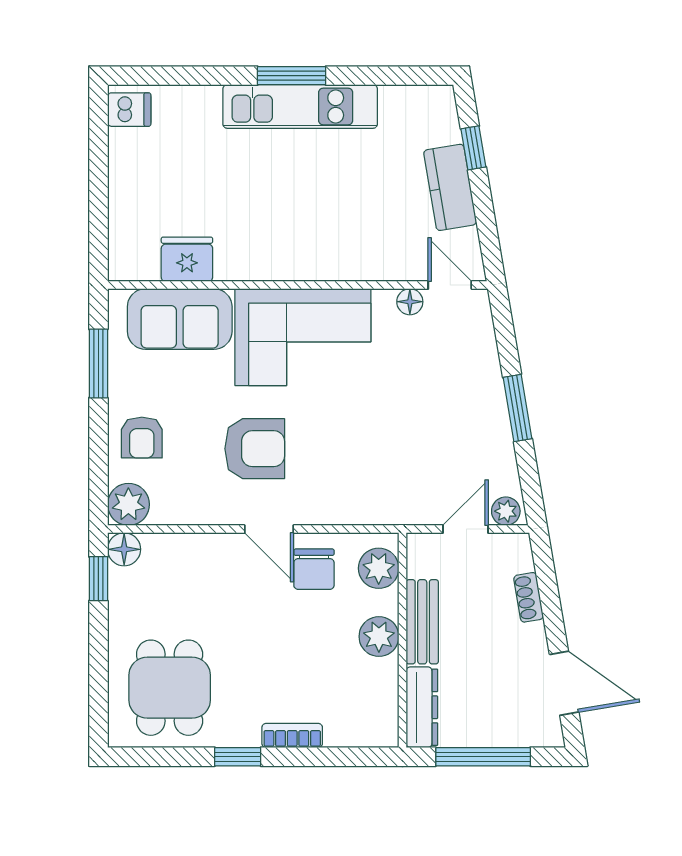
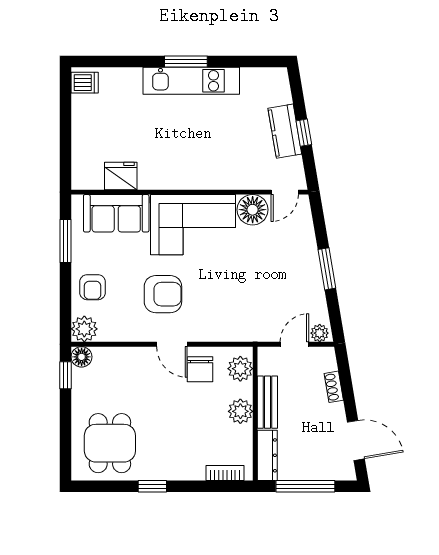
window: (473, 148) -> (304, 133), moved
door: (450, 285) -> (285, 192), swing flipped
floor lamp: (410, 302) -> (253, 210), width x1.89, depth x1.89
bookcase: (292, 735) -> (225, 473), moved

